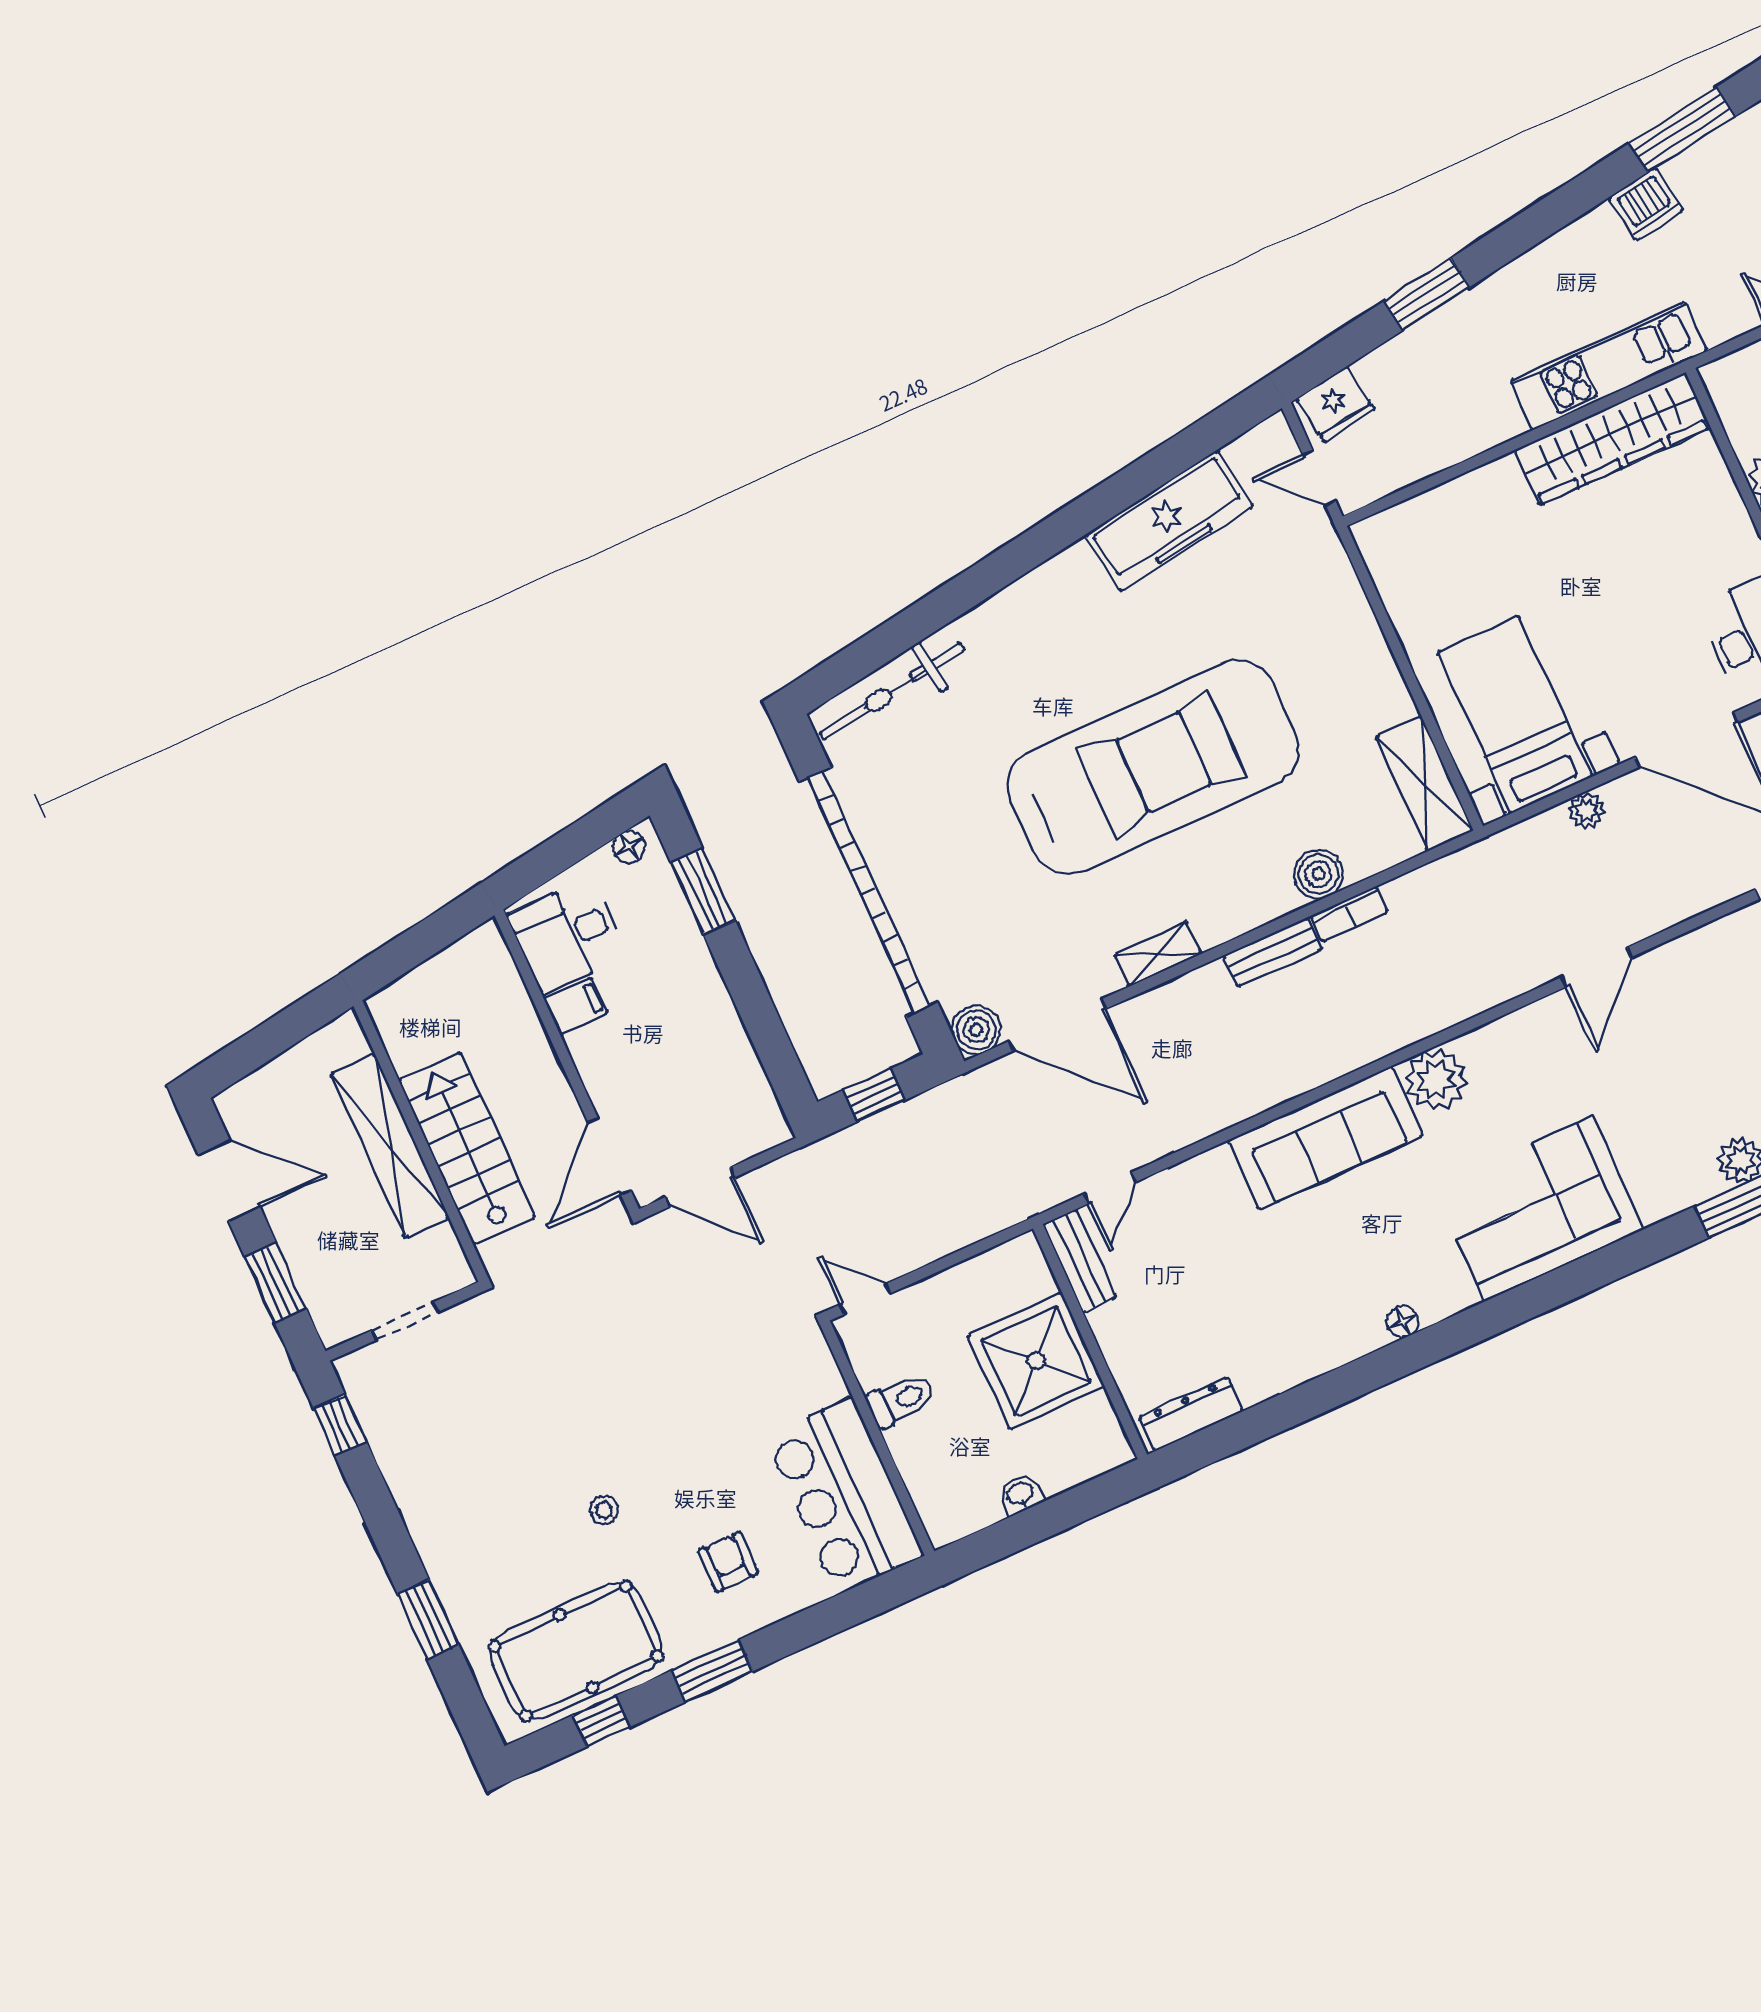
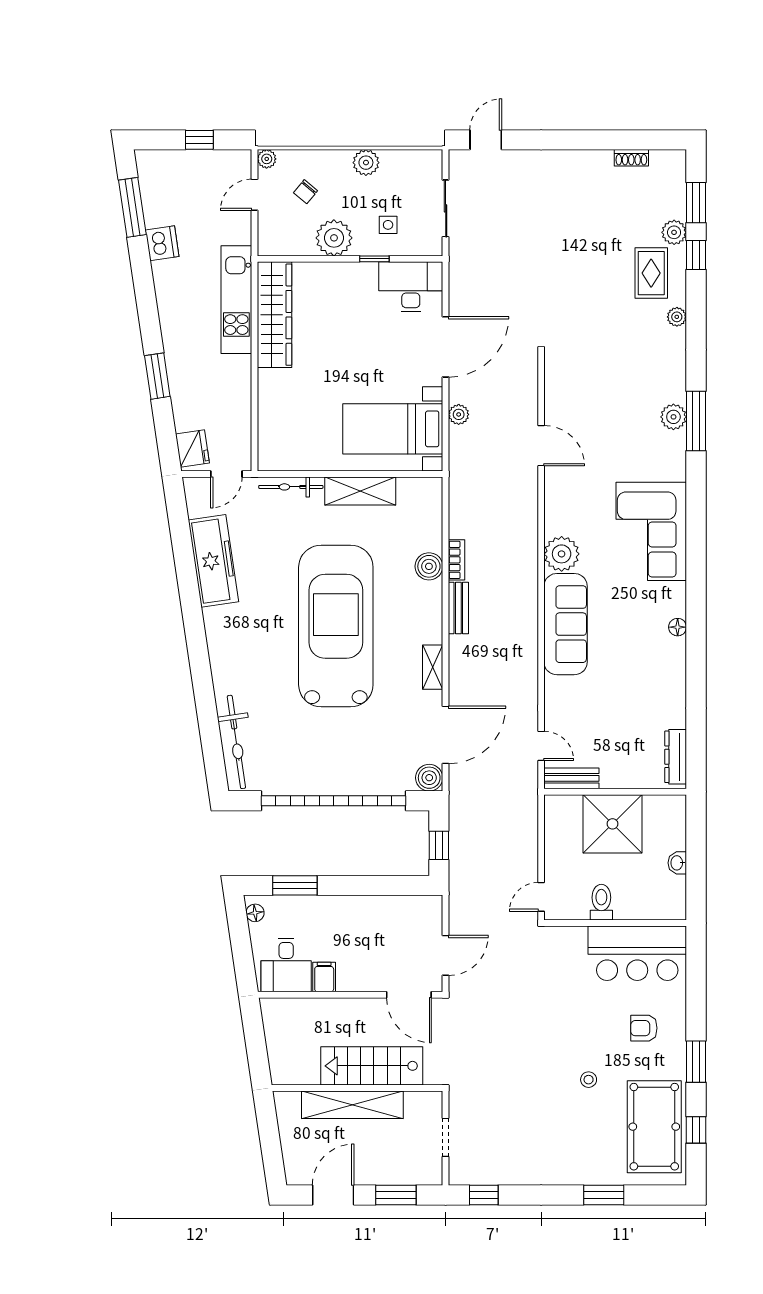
bicycle: (1346, 592) -> (291, 487), added
shelving: (1425, 784) -> (360, 491), moved

